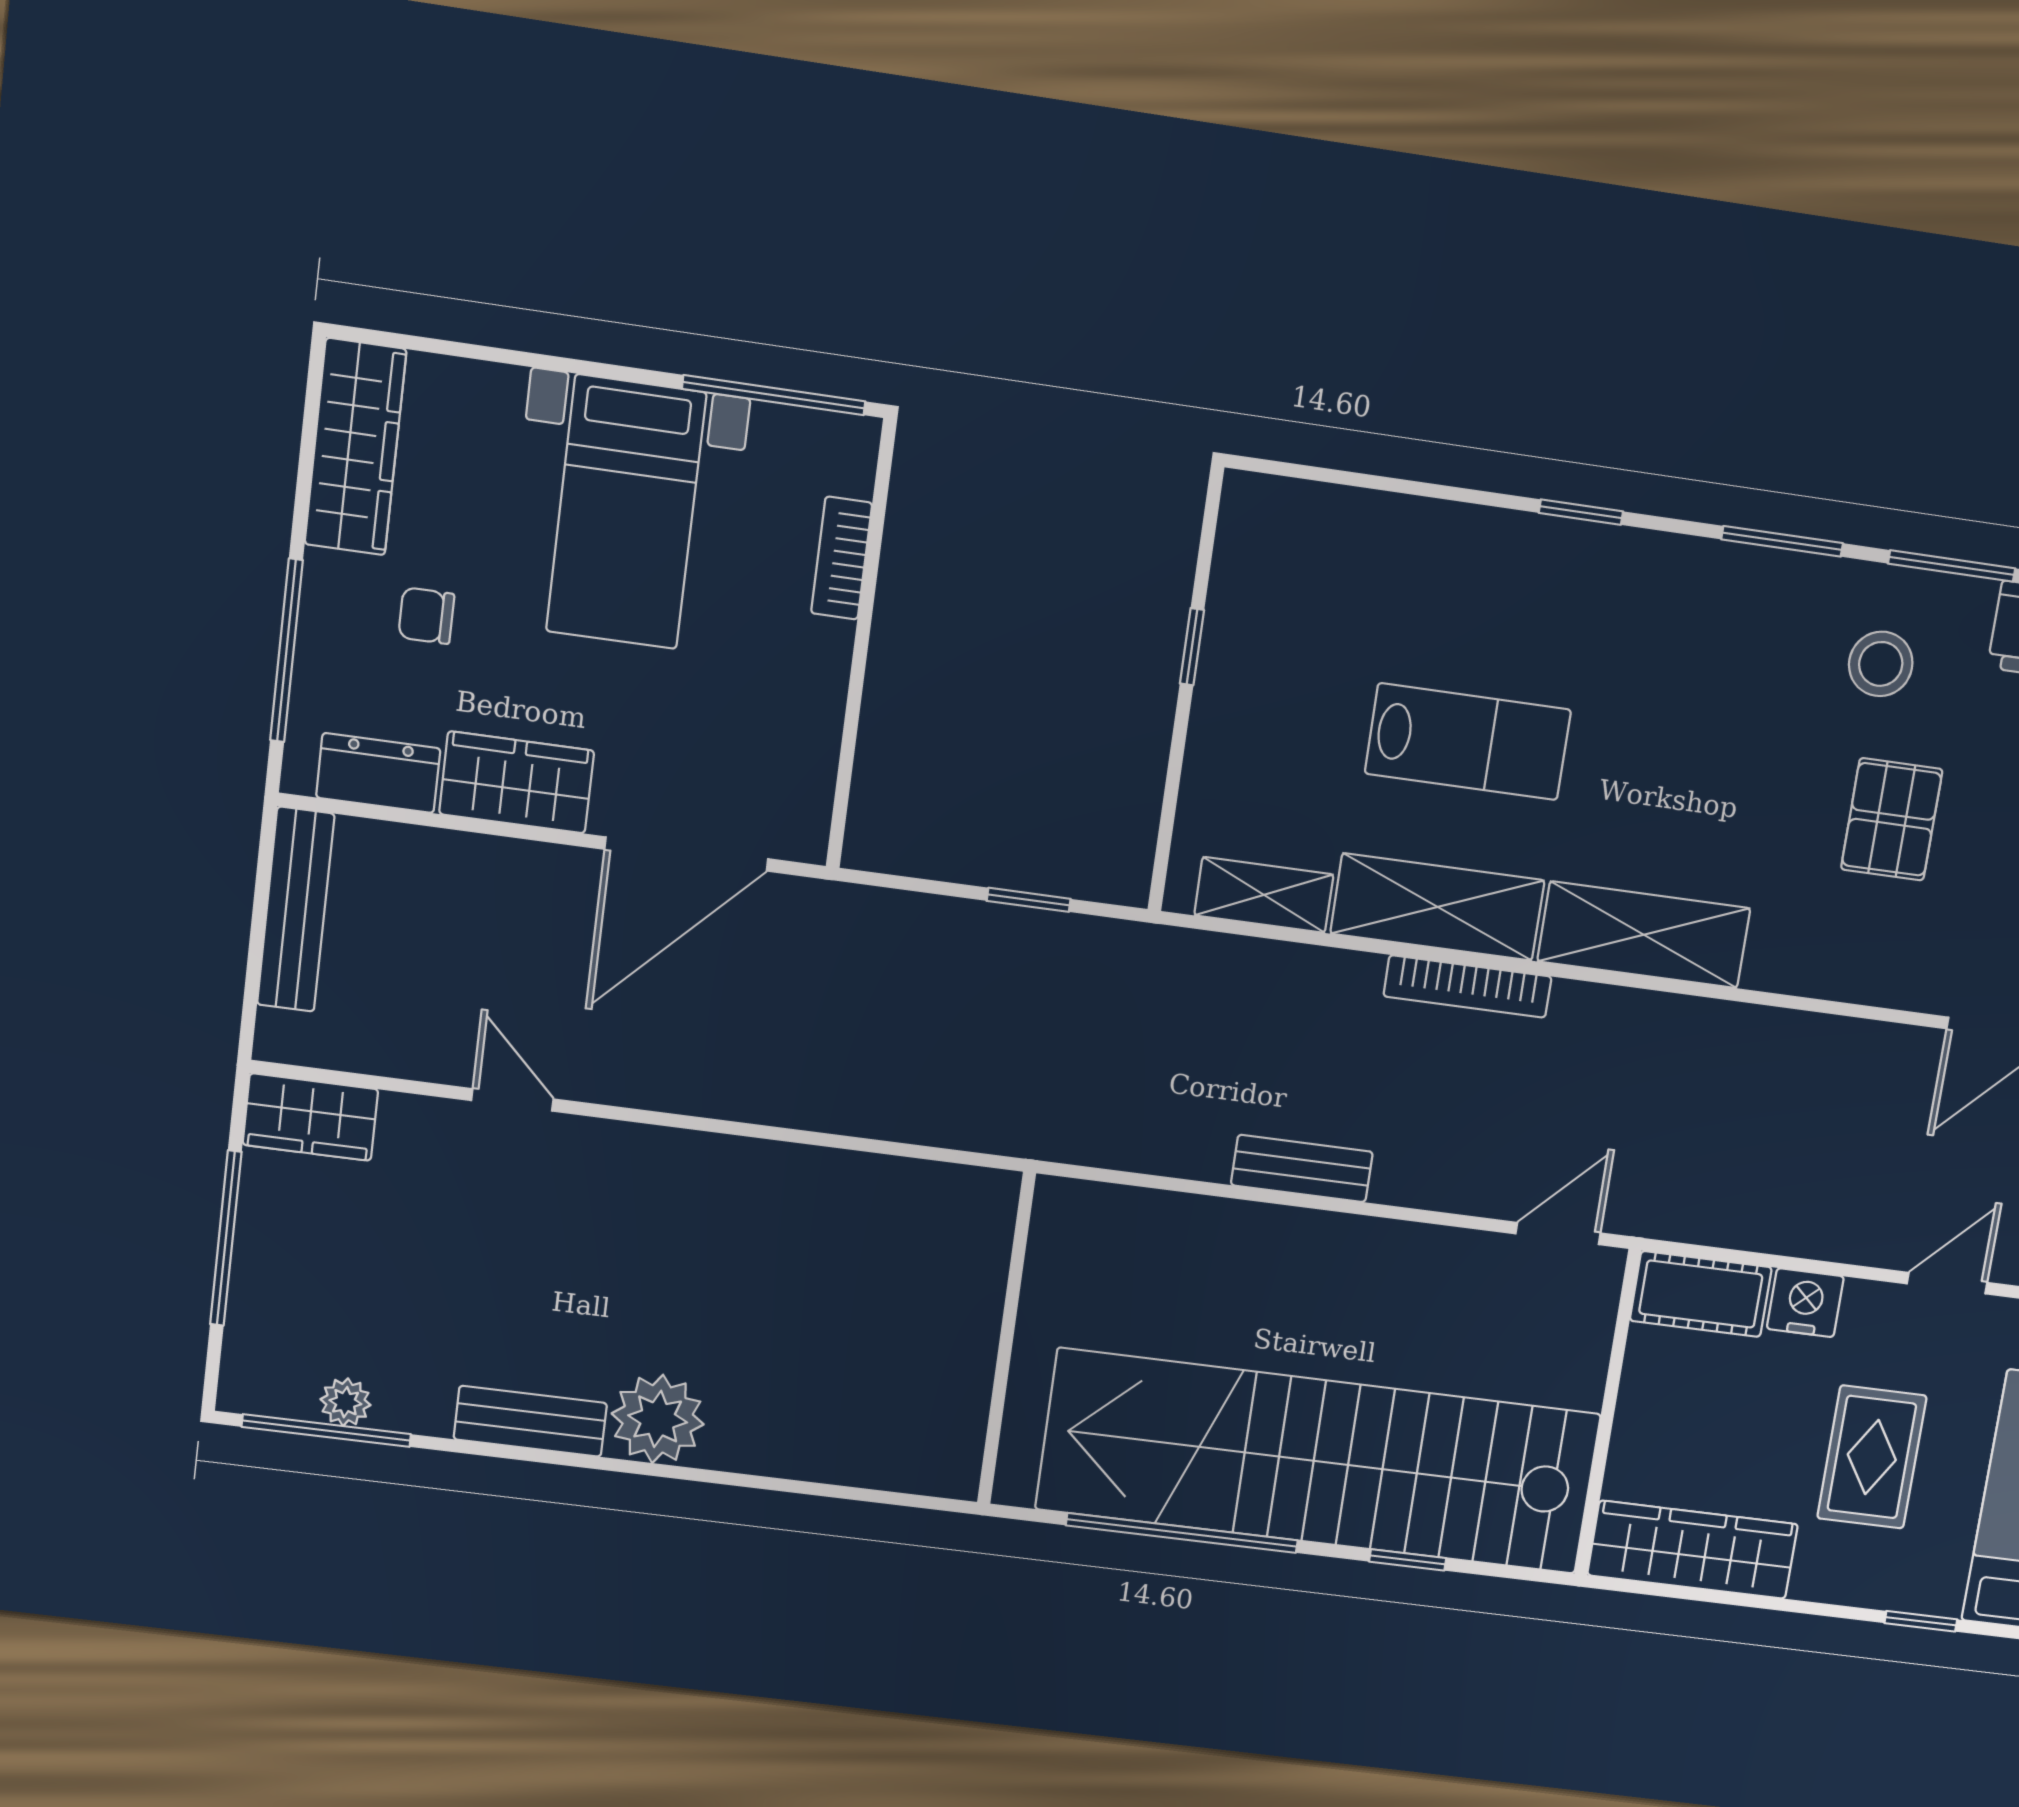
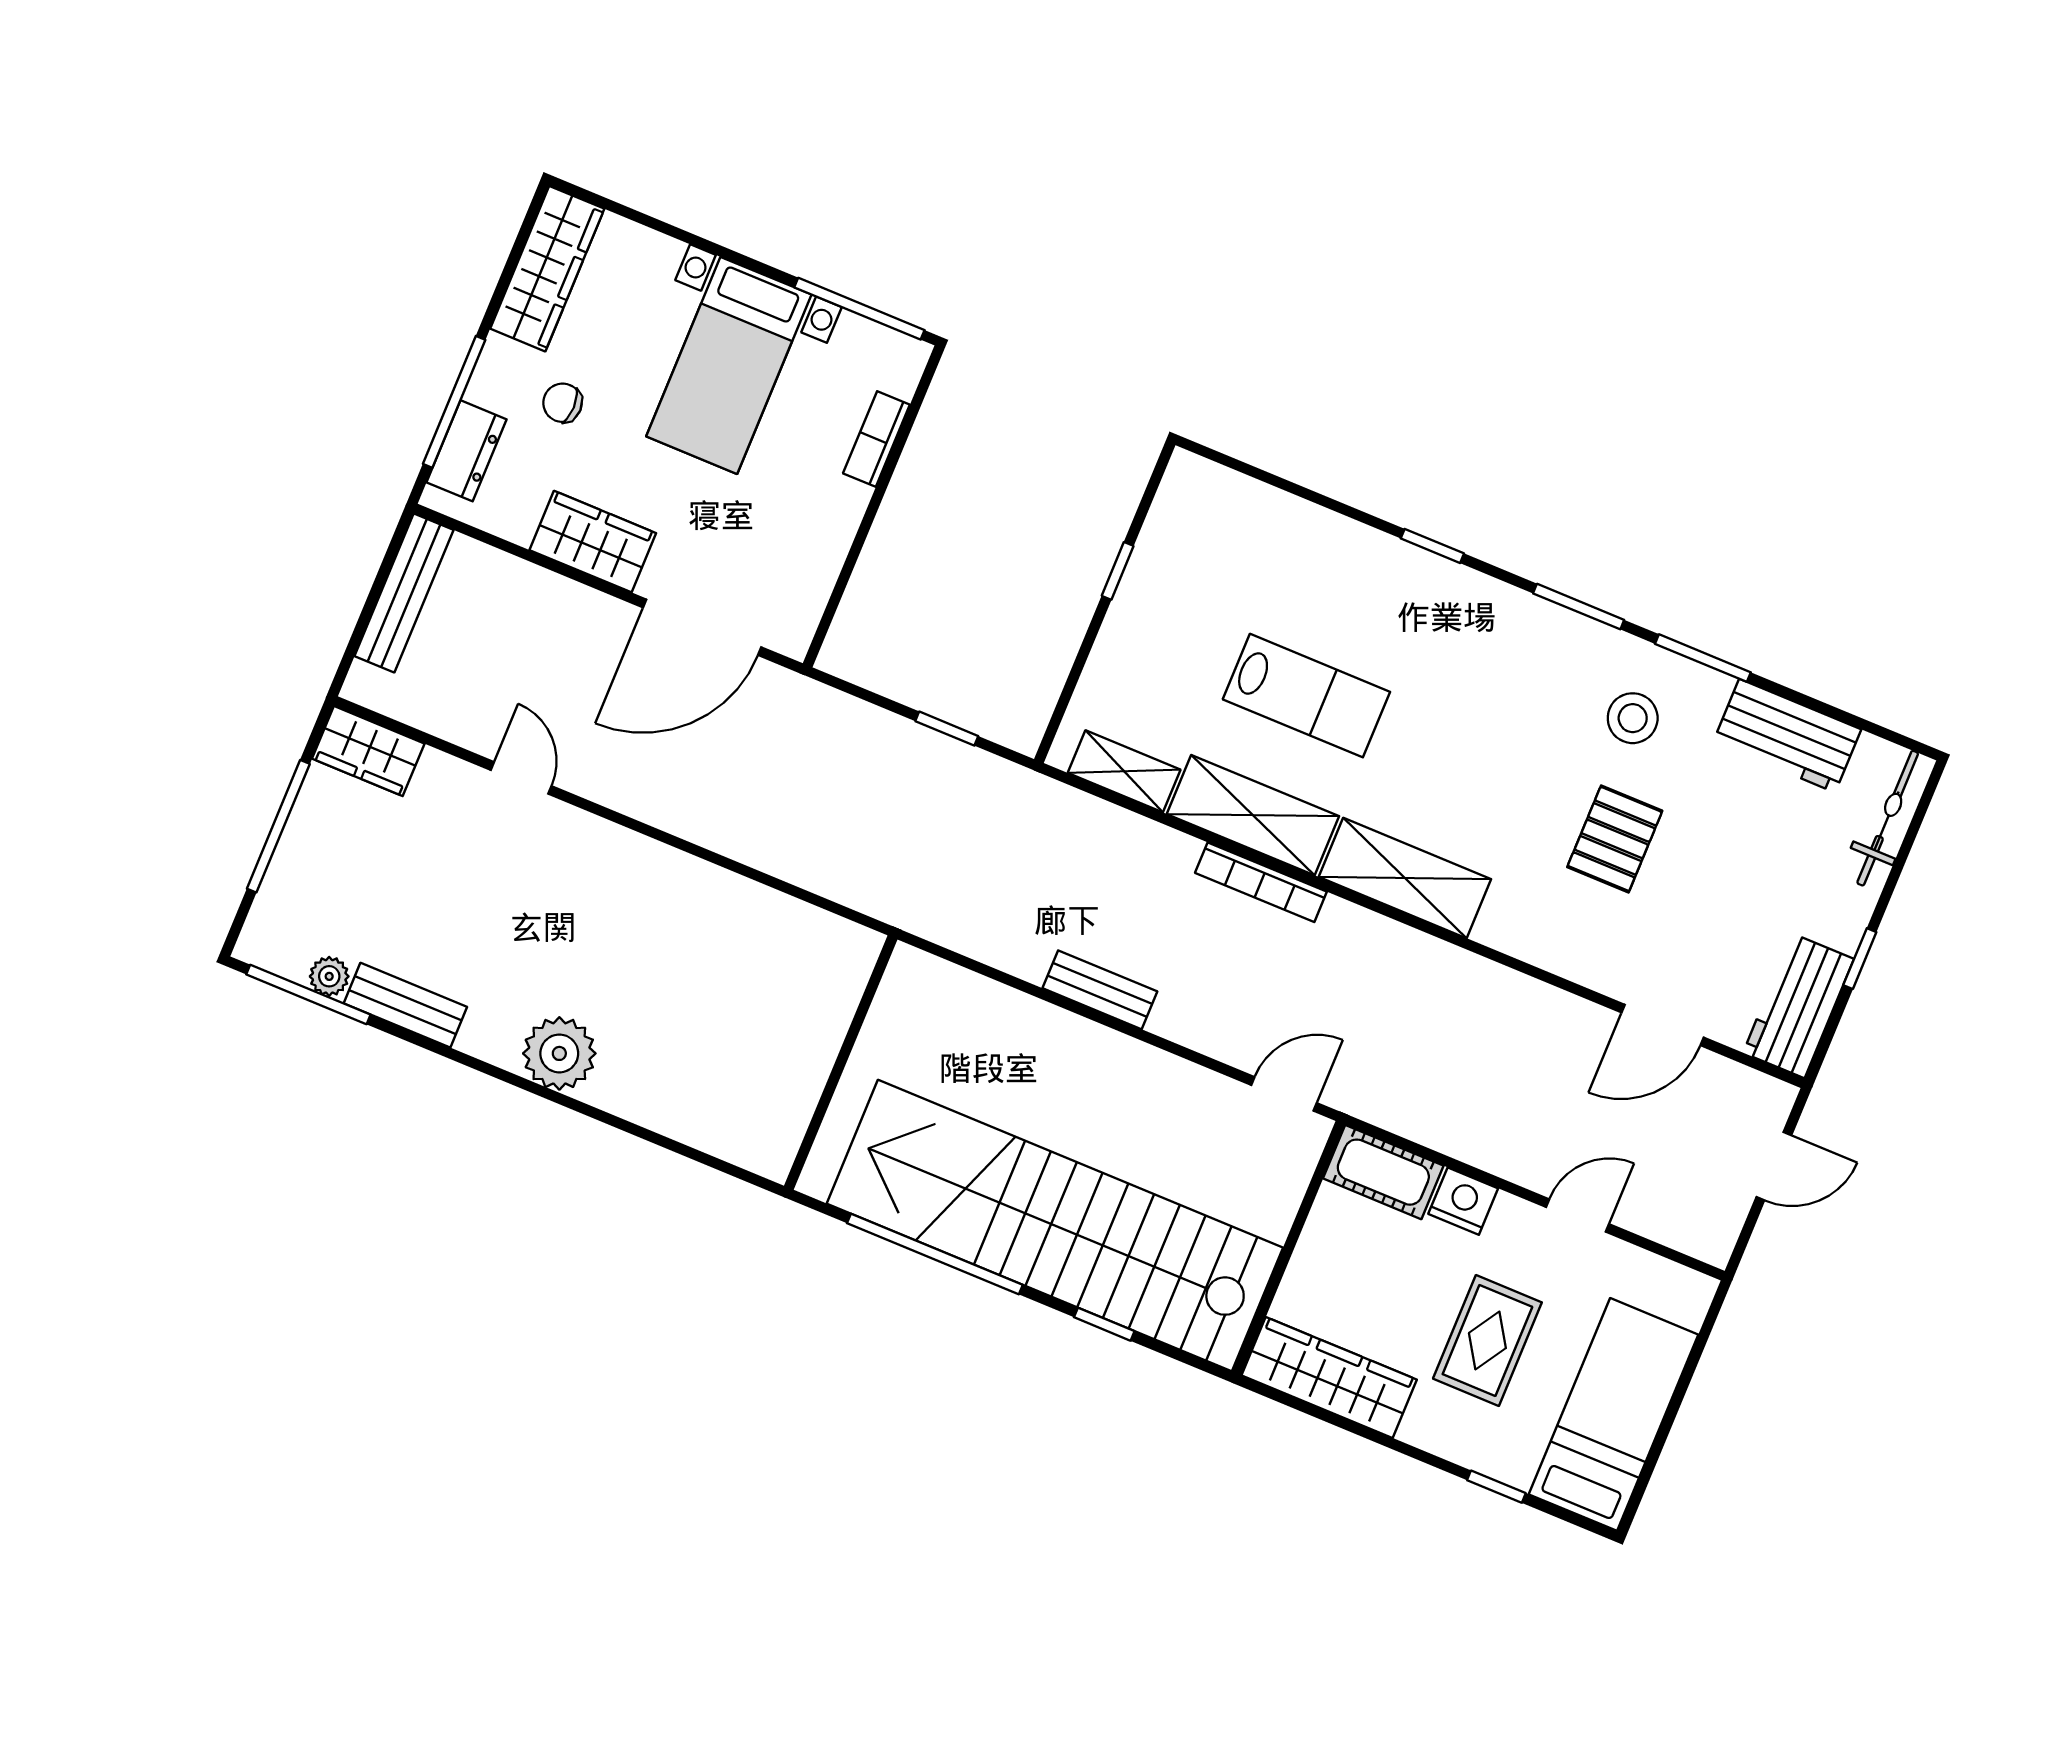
dresser: (378, 773) -> (467, 451), moved, turned 90
bench: (530, 1421) -> (405, 1005), moved

